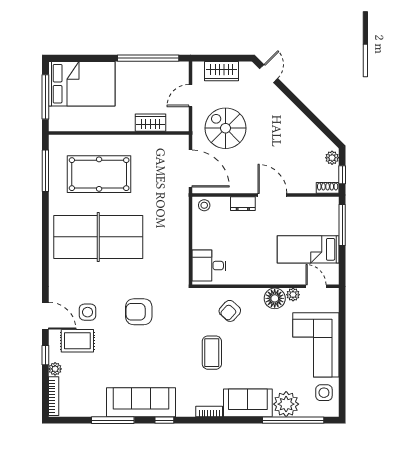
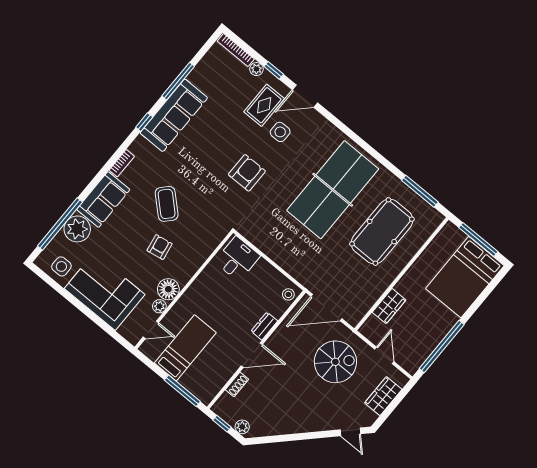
shoe rack: (328, 188) -> (237, 384), moved
armchair: (230, 311) -> (160, 247), moved, turned 38
coffee table: (212, 353) -> (167, 204), turned 43

